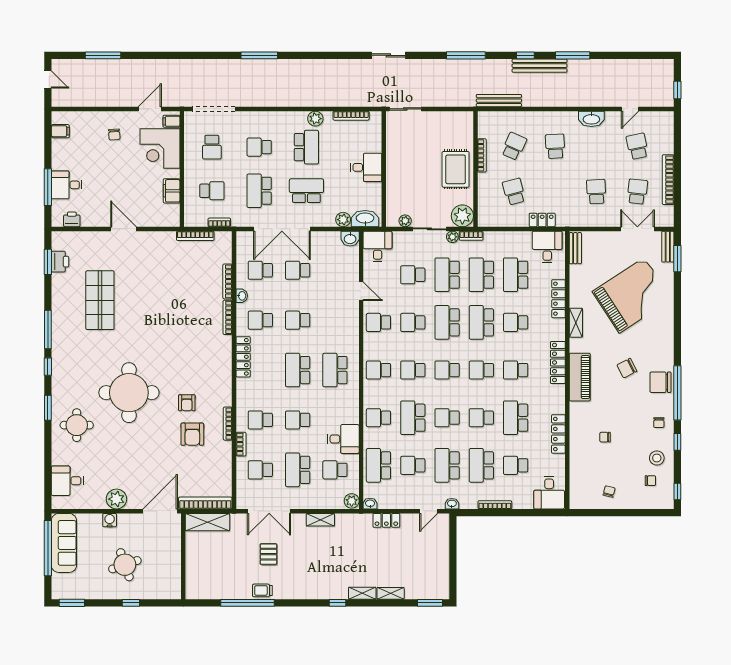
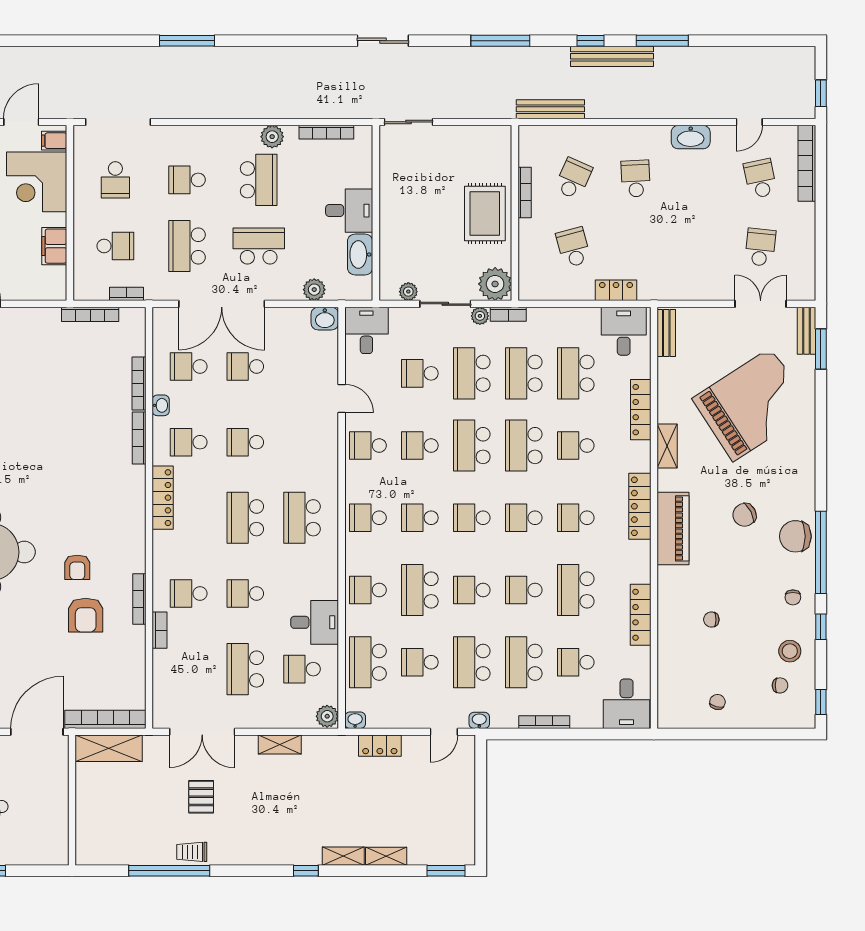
bookcase: (668, 180) -> (807, 163), moved
school desk: (596, 192) -> (698, 247), removed
washbasin: (365, 219) -> (360, 255), moved, turned -90
school desk: (260, 470) -> (189, 669), removed

